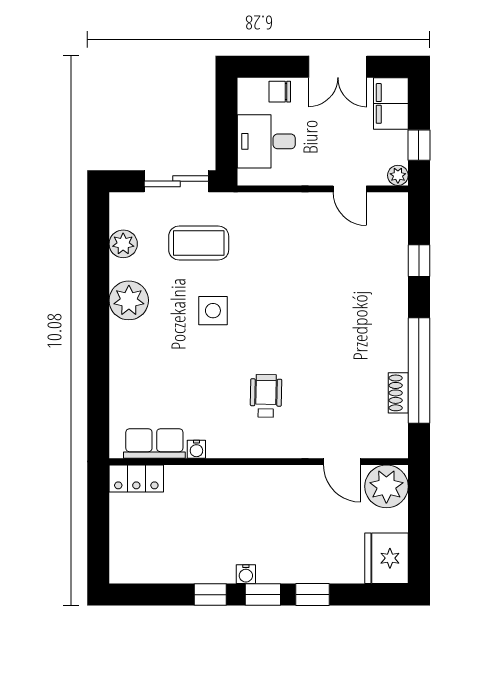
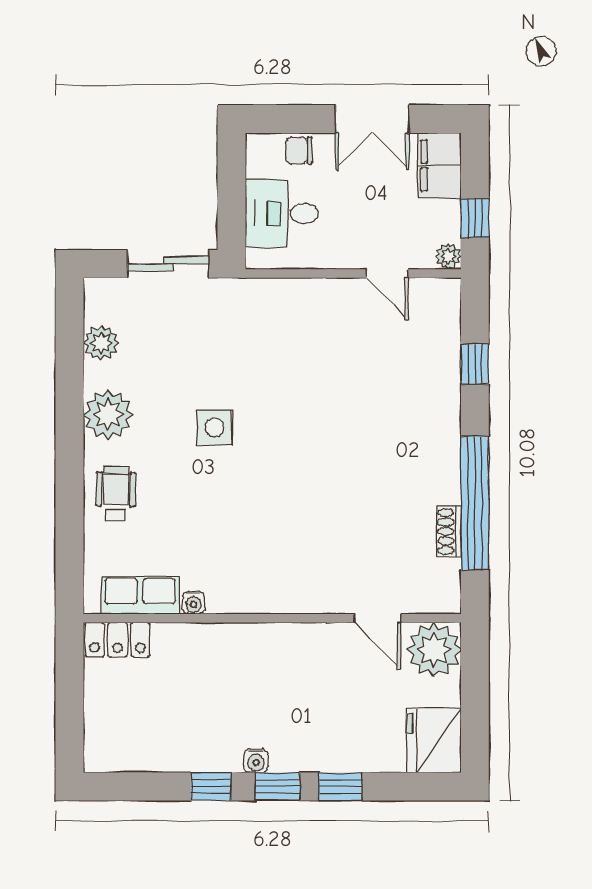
coffee table: (199, 243) -> (196, 342), removed
wheelchair: (266, 396) -> (116, 494), moved

